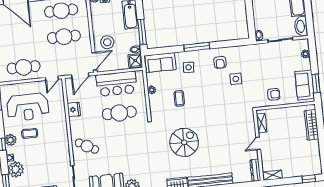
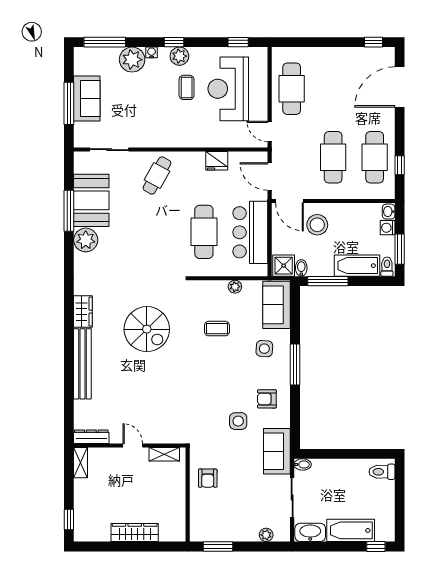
sofa: (305, 85) -> (277, 451), moved, turned -90
wardrobe: (311, 125) -> (135, 533), moved

